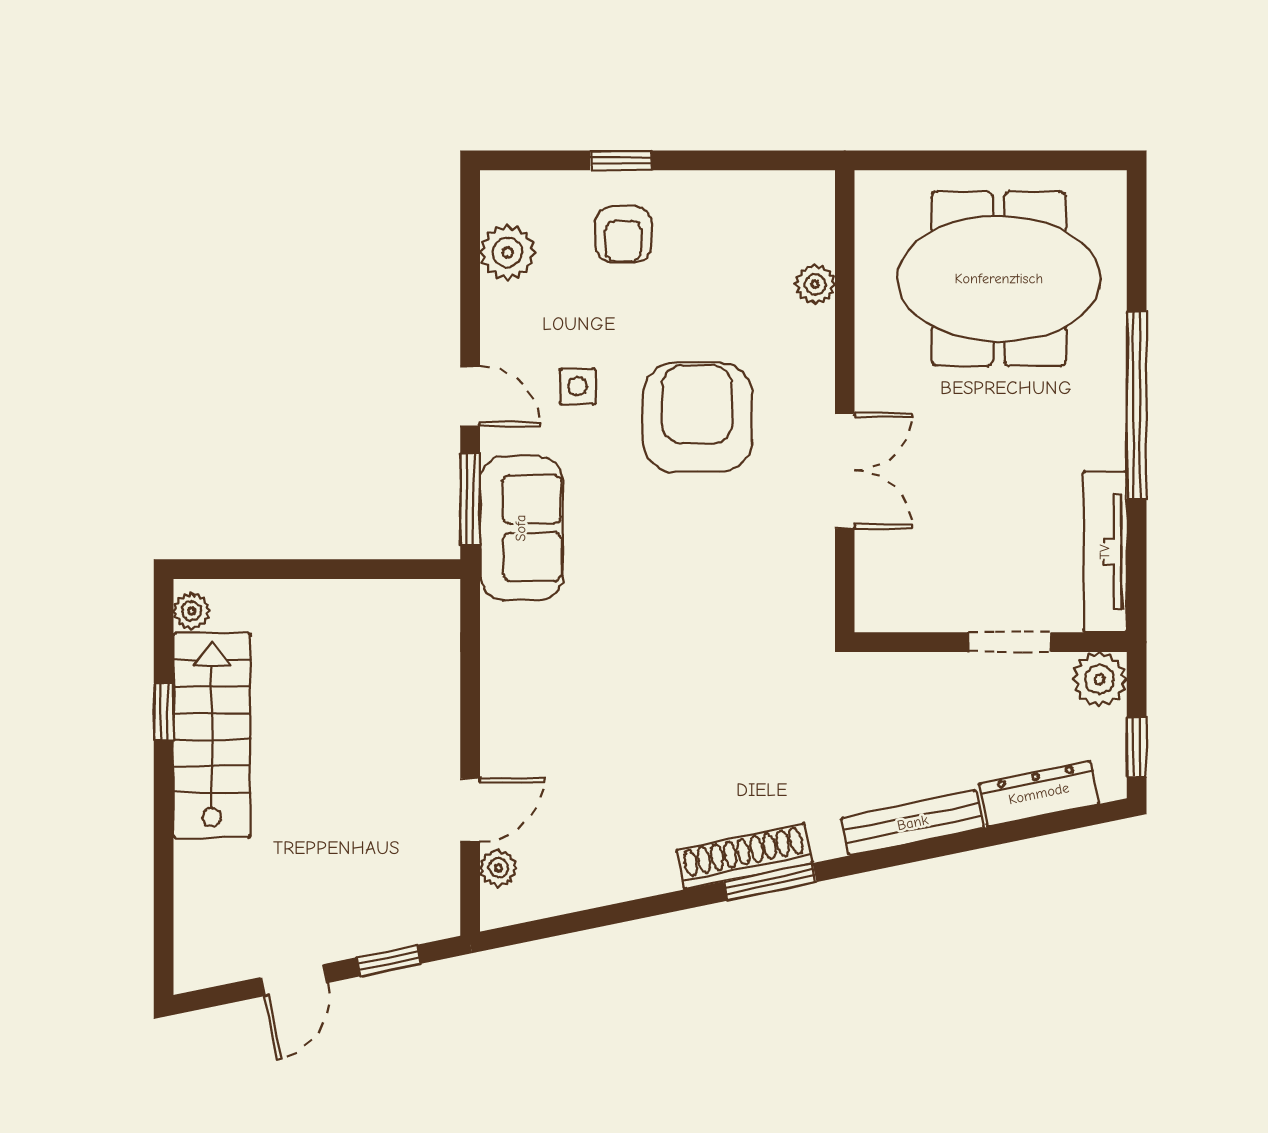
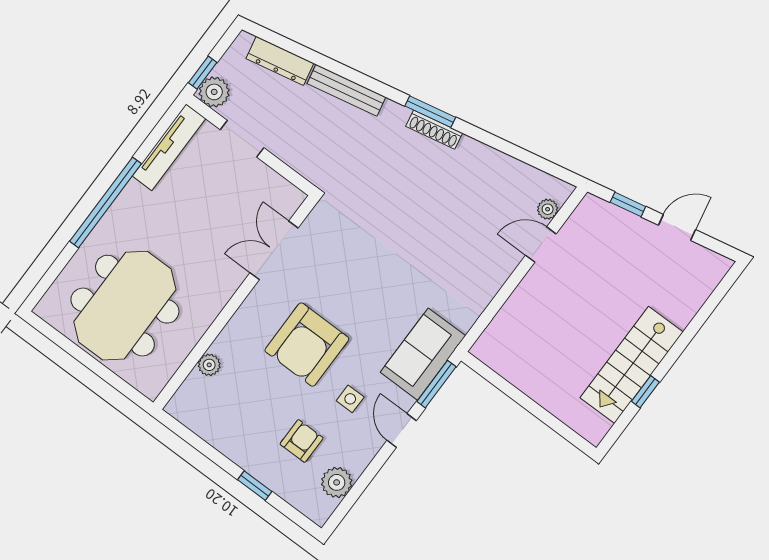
armchair: (623, 234) -> (302, 441), moved
meeting table: (999, 279) -> (125, 306), turned 90
double door: (845, 471) -> (274, 250), moved
plant: (192, 611) -> (599, 428), removed
window: (1137, 747) -> (203, 73), moved
shoe rack: (744, 856) -> (434, 130), width x0.74, depth x0.81

